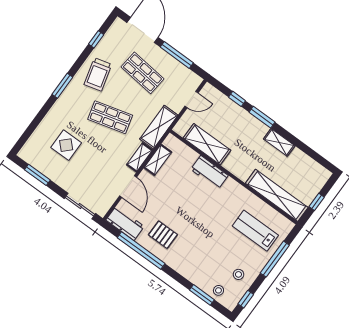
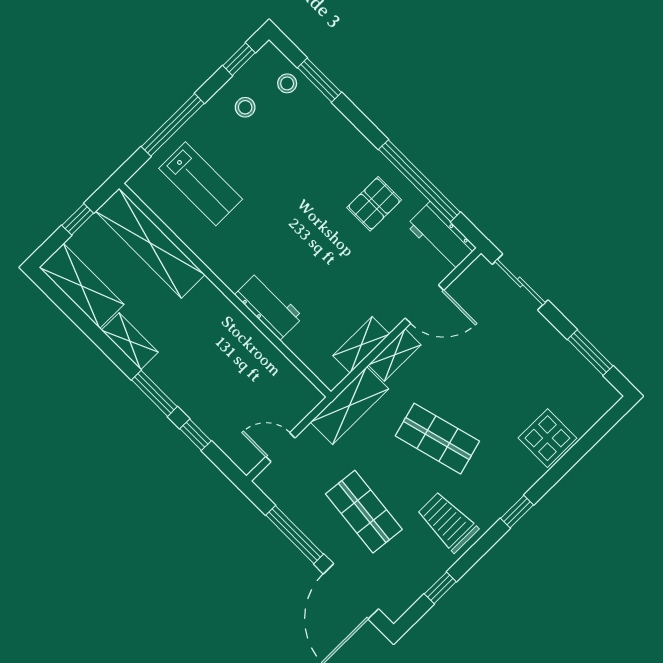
trolley: (98, 74) -> (447, 522), turned -75
window: (62, 86) -> (517, 512), width x0.67
shelving: (207, 144) -> (82, 286), moved
display table: (66, 145) -> (547, 438), moved
door: (128, 186) -> (425, 304), swing flipped
pallet: (163, 235) -> (374, 204), turned 90

